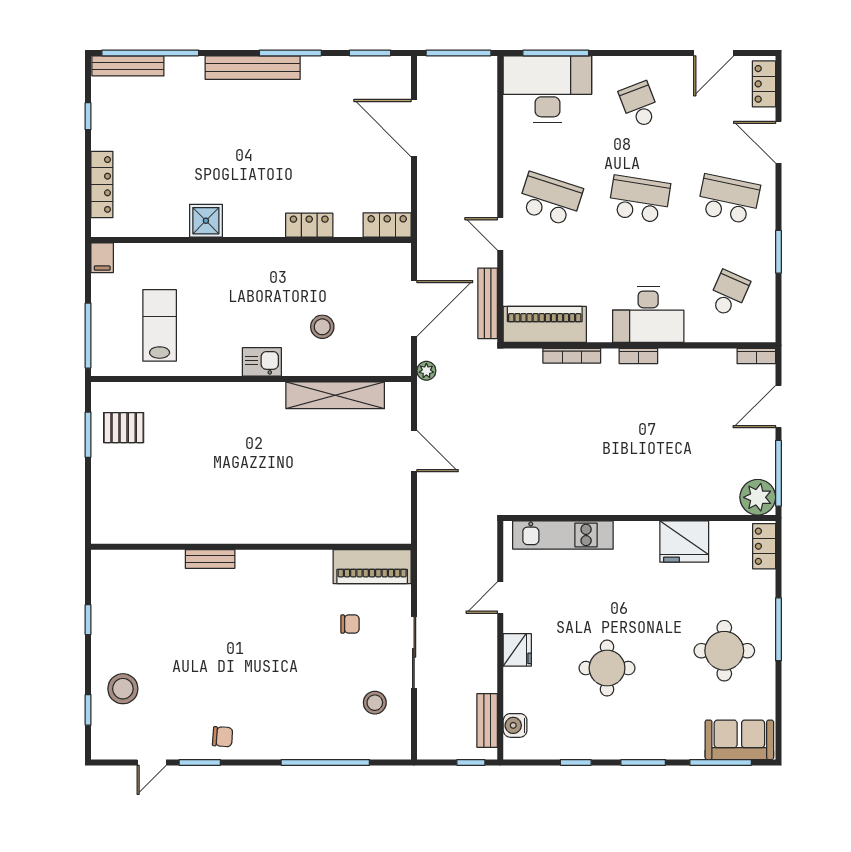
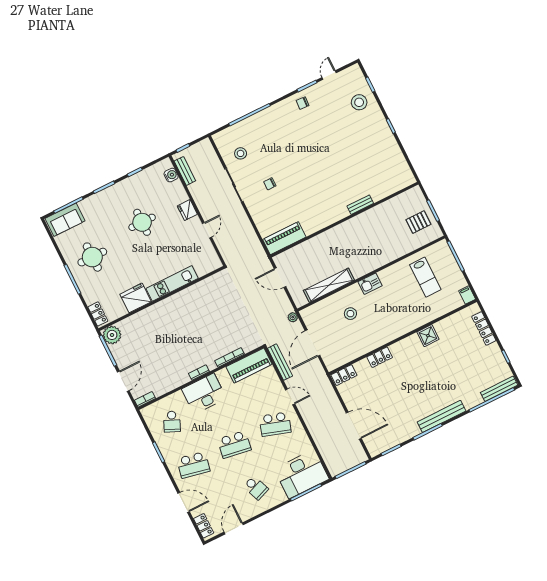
kitchen unit: (563, 535) -> (172, 283), moved
wall: (251, 547) -> (344, 220), moved
bench: (210, 559) -> (360, 205), moved
piano: (372, 567) -> (284, 238), moved

